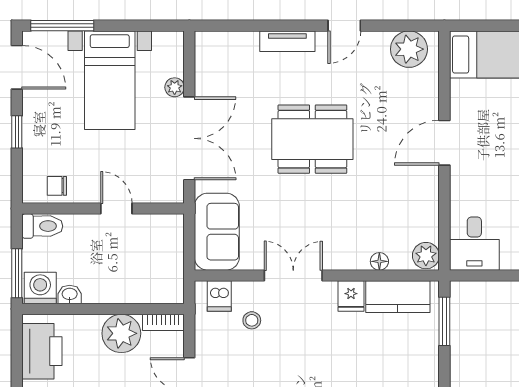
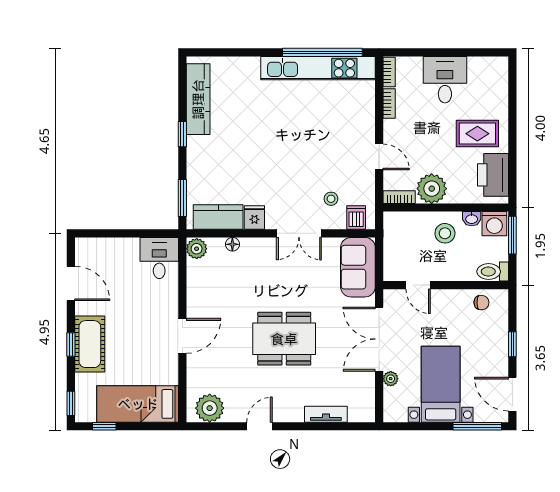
tv unit: (287, 41) -> (326, 414), moved
door: (116, 209) -> (418, 285), moved
stool: (104, 276) -> (445, 233), added

